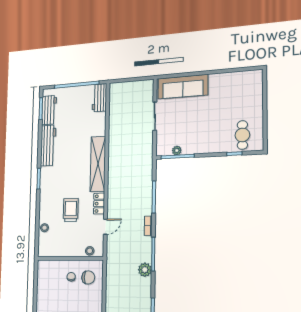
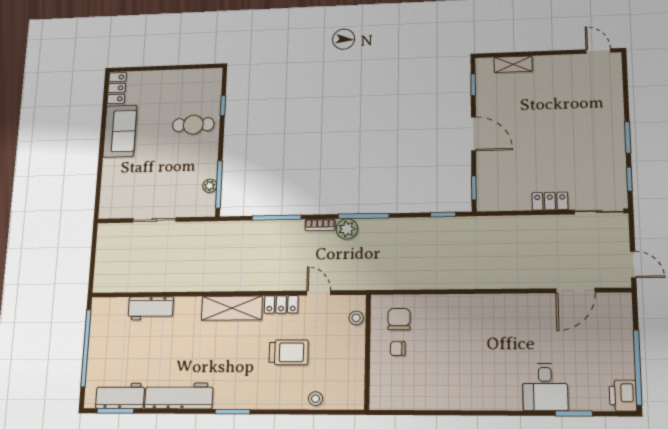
locker: (250, 76) -> (117, 88), added
sofa: (183, 87) -> (120, 131), moved, width x0.73
workbench: (99, 98) -> (151, 308), moved
cafe table: (242, 135) -> (193, 125), moved
shelving: (98, 164) -> (232, 308), width x0.68
trolley: (71, 210) -> (289, 352), turned 180
plant: (145, 270) -> (347, 229), moved

